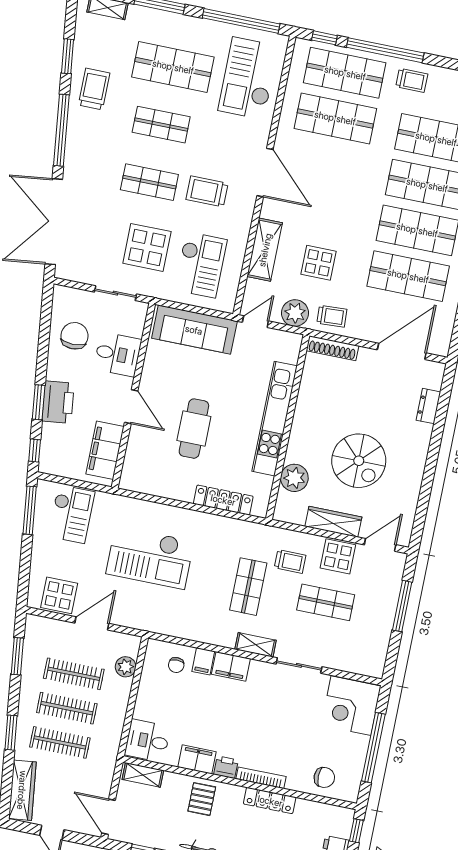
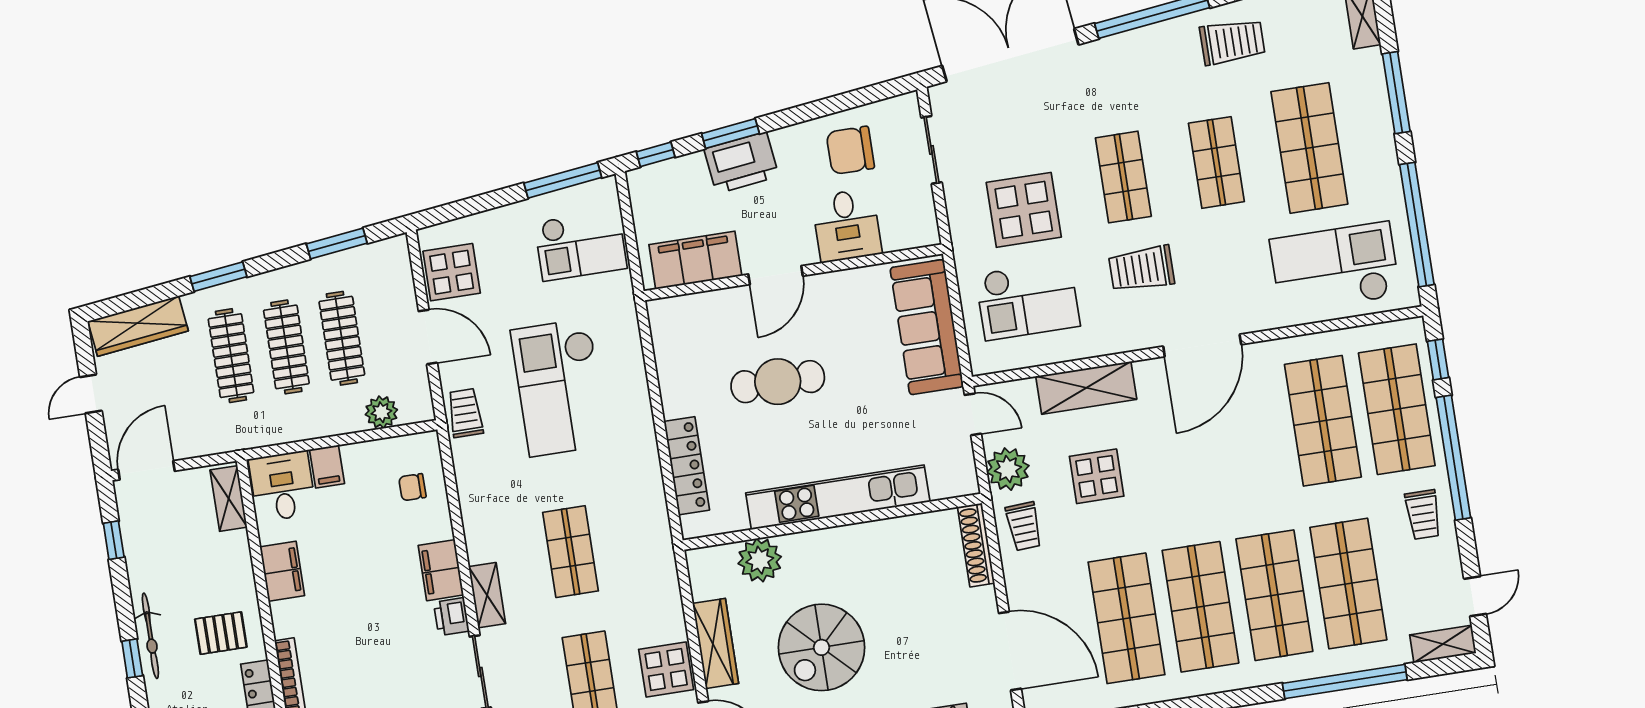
trolley: (207, 191) -> (1142, 269), turned -90
sliding door: (115, 293) -> (931, 150), moved
chair: (75, 336) -> (850, 150), turned 180
trolley: (290, 561) -> (465, 413), moved, turned 180
shop shelf: (248, 587) -> (571, 552), turned 90
filing cabinet: (203, 661) -> (327, 466), moved, turned -90
printer: (226, 767) -> (451, 617), moved, turned 180
pallet: (202, 799) -> (221, 633), moved

